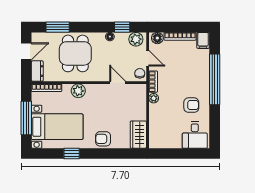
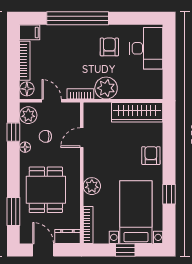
dining table: (75, 53) -> (46, 190), turned 90
door: (148, 58) -> (52, 101), hinge flipped
chair: (140, 73) -> (45, 136), moved
plant: (154, 98) -> (106, 88), width x1.87, depth x1.87
window: (26, 118) -> (125, 250), width x0.46
wardrobe: (138, 135) -> (137, 112), width x1.50
desk: (195, 135) -> (146, 48), width x1.37
armchair: (103, 139) -> (151, 156), turned 180

